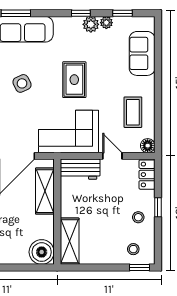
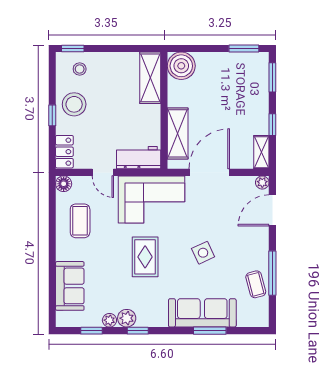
stool: (138, 217) -> (74, 104), width x1.89, depth x1.89

